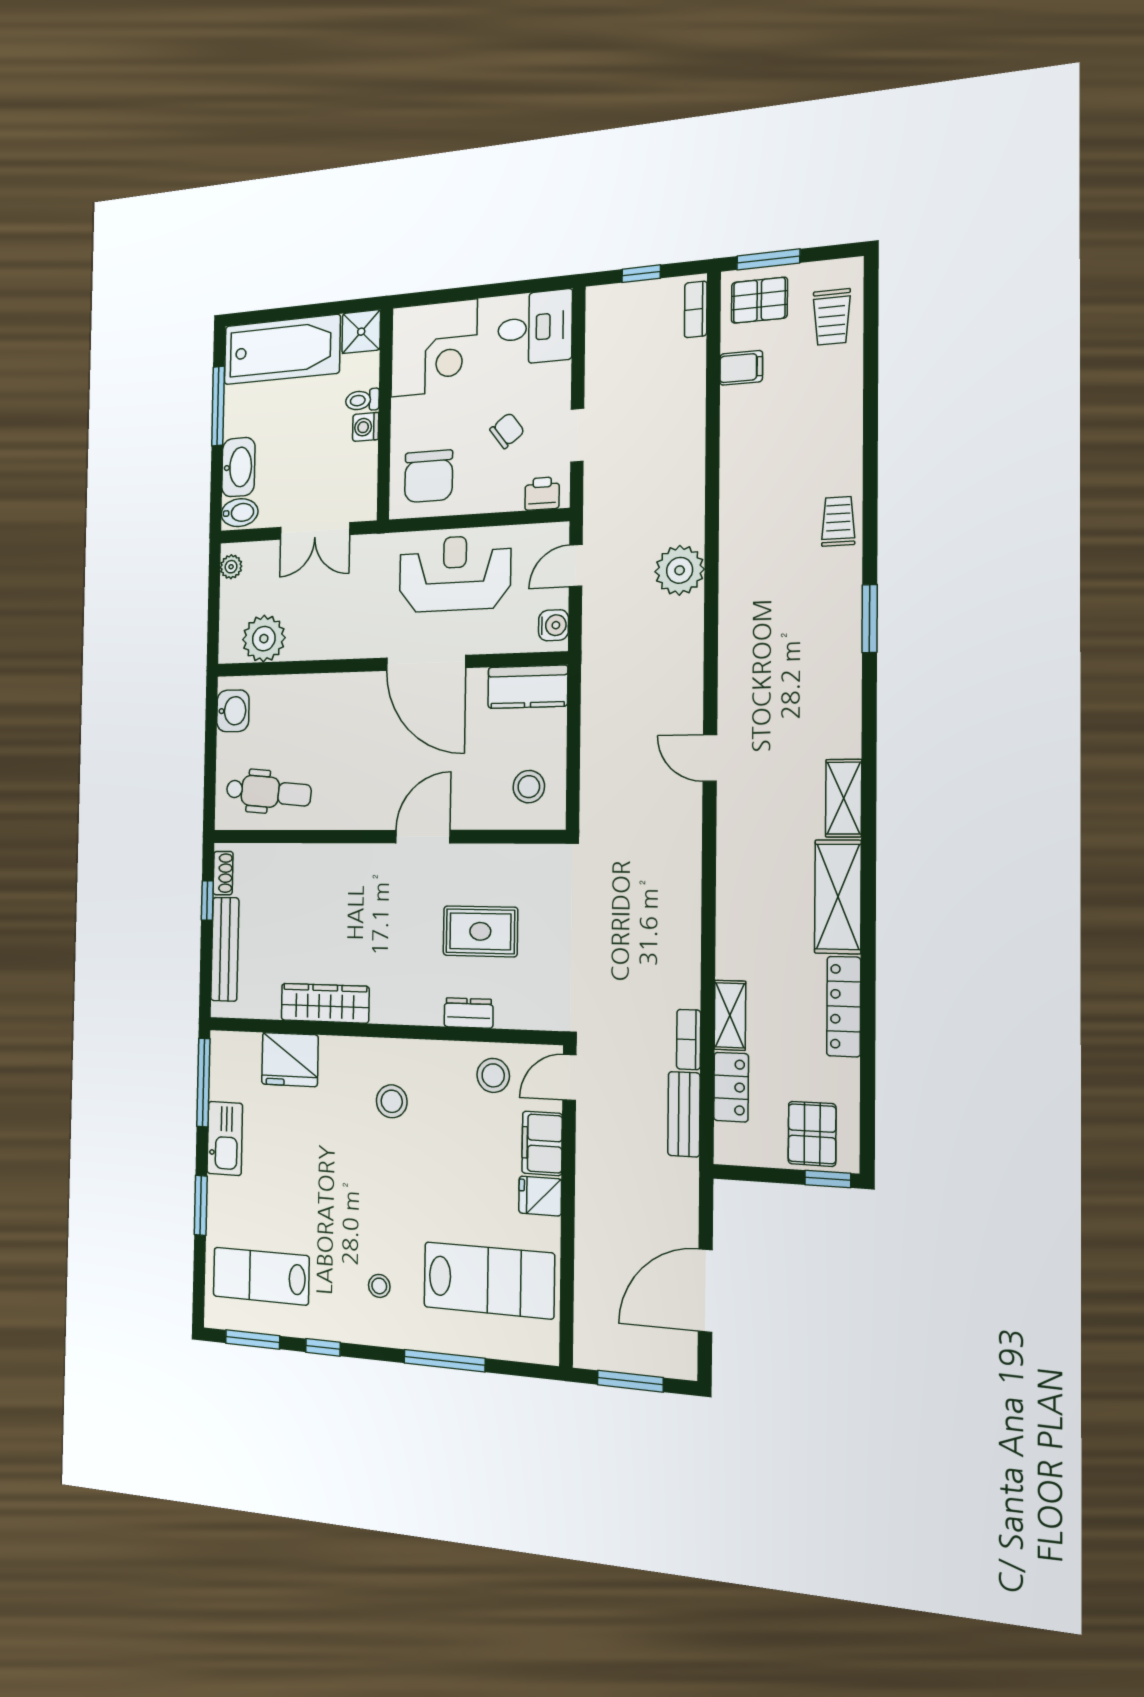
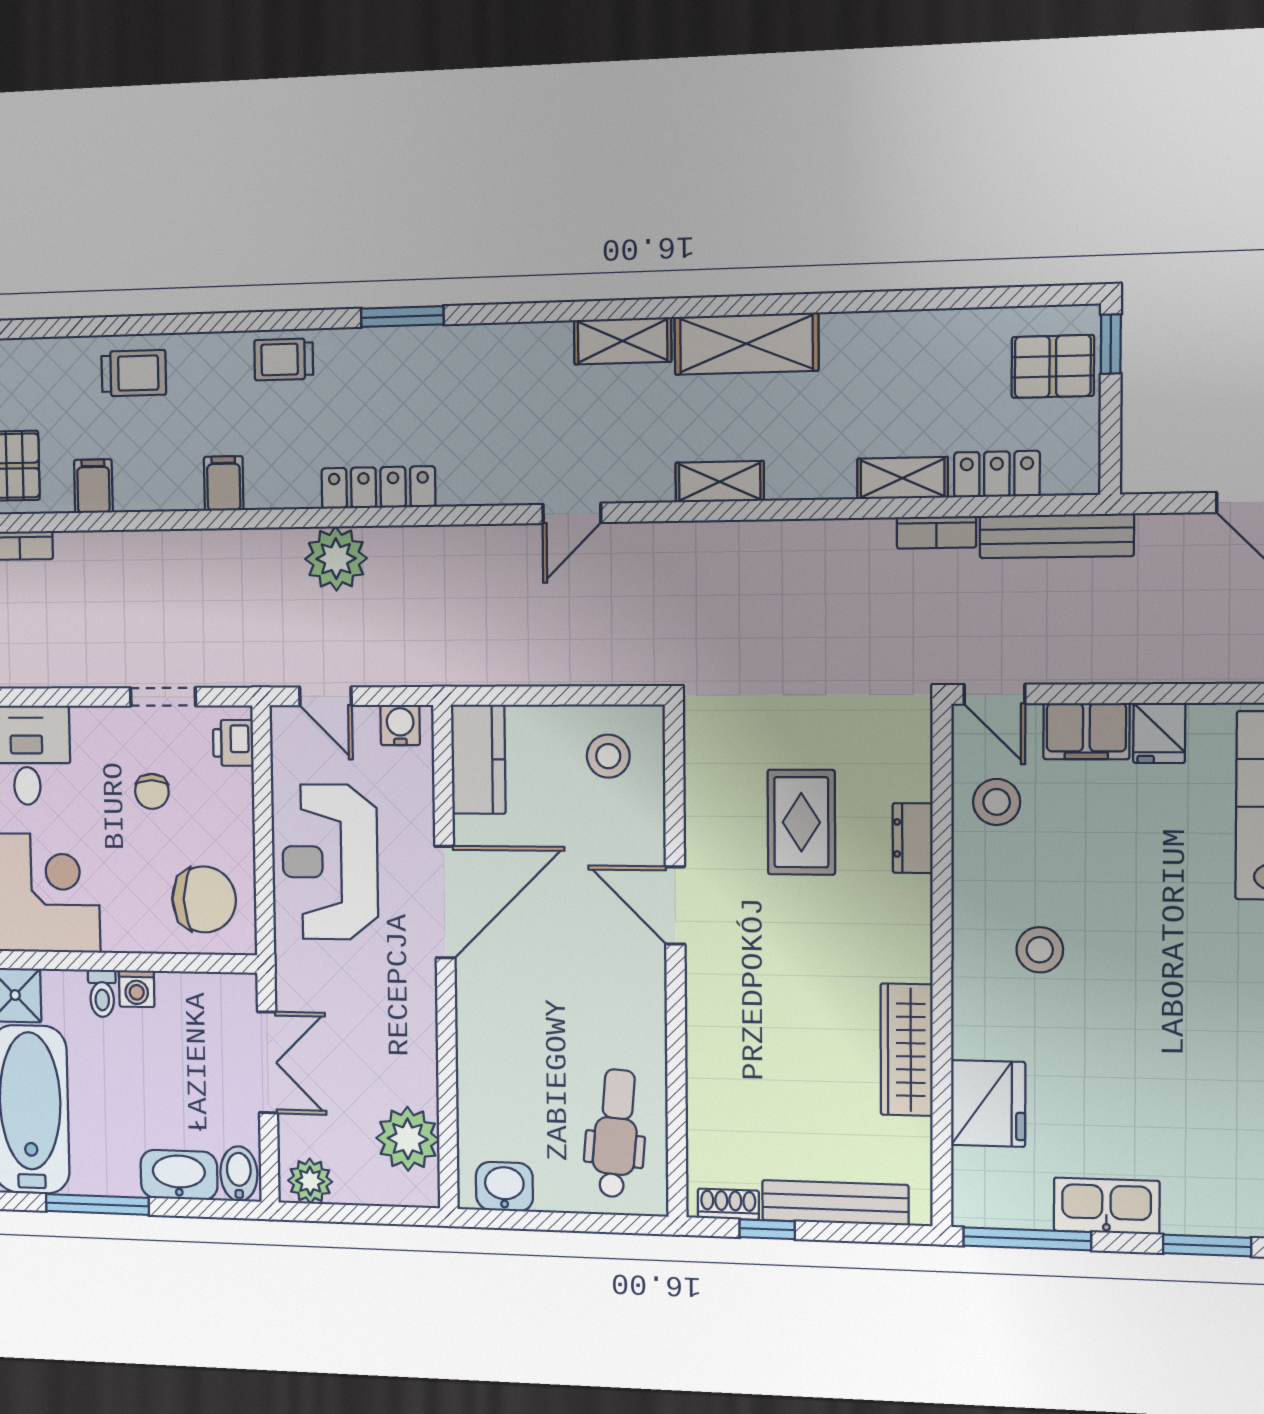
trolley: (832, 317) -> (134, 373), moved
chair: (507, 431) -> (152, 791), turned -142
filing cabinet: (740, 476) -> (224, 483), added
plant: (231, 567) -> (310, 1181), width x1.38, depth x1.38
shelving: (731, 874) -> (720, 482), added
locker: (844, 1007) -> (378, 487), moved, turned 180
bench: (684, 1114) -> (1057, 536), width x1.36

